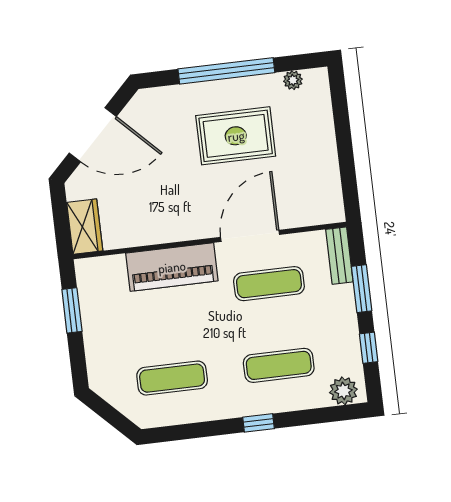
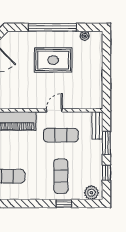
door: (250, 236) -> (54, 110), width x0.53
exercise mat: (279, 365) -> (61, 176), turned 90
window: (258, 423) -> (64, 204), moved

